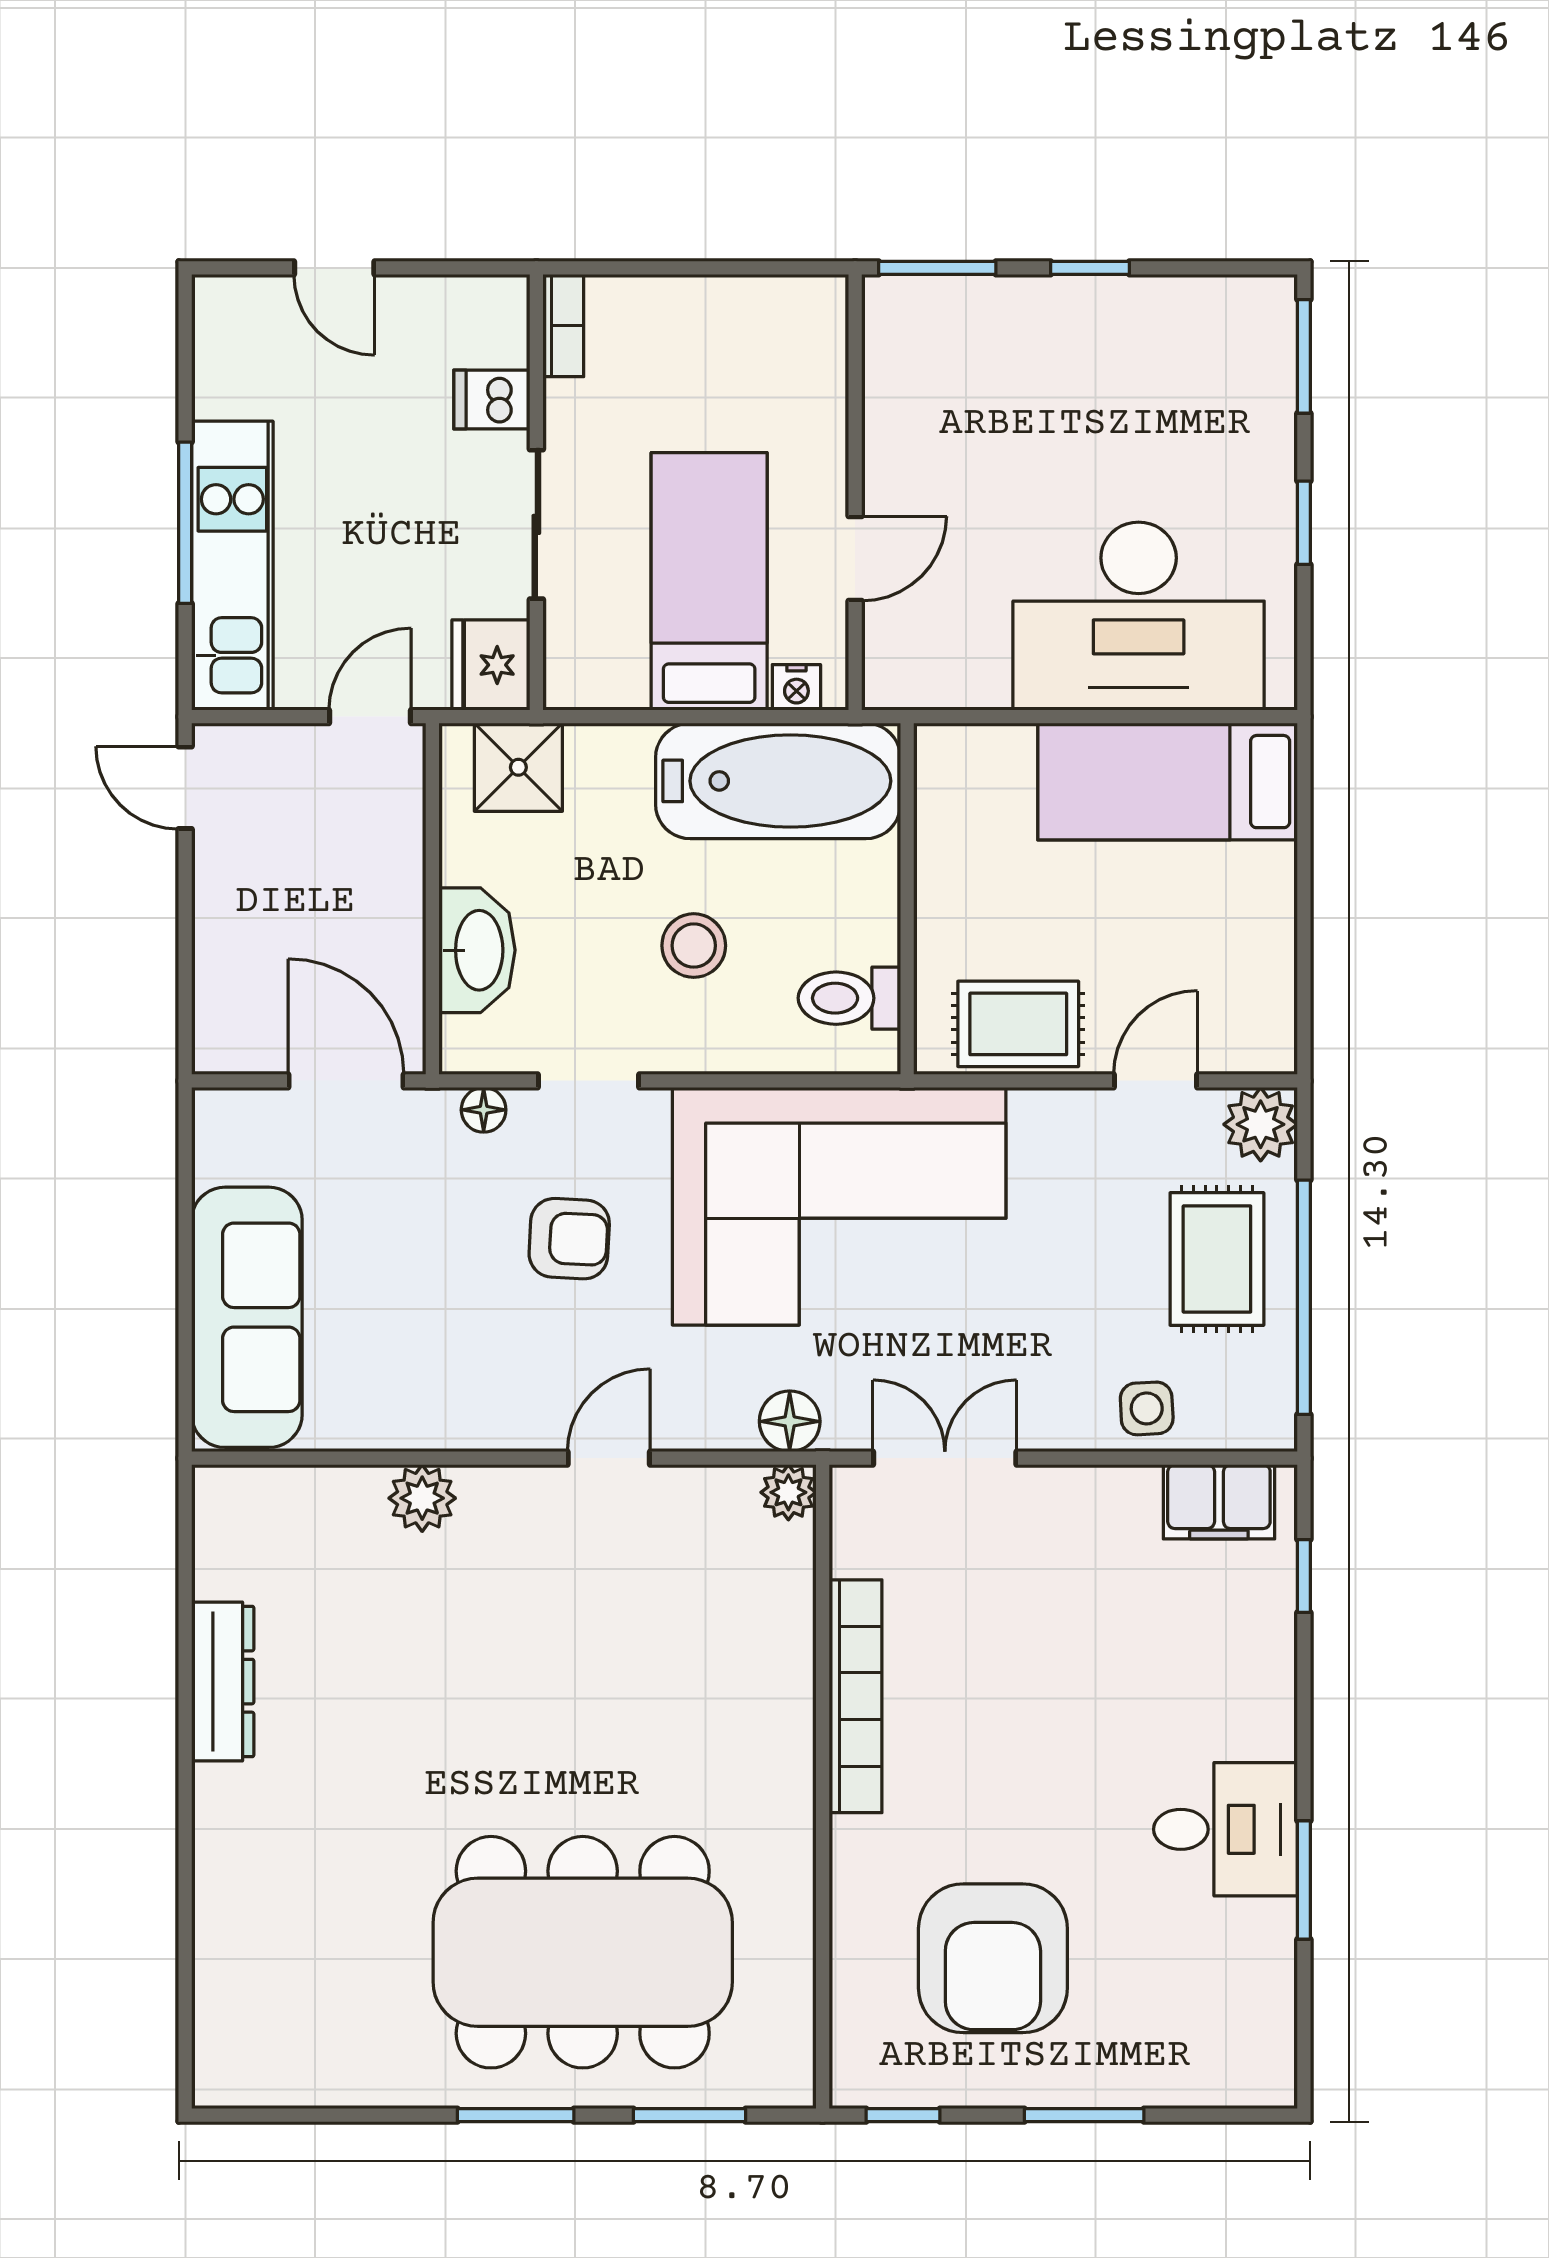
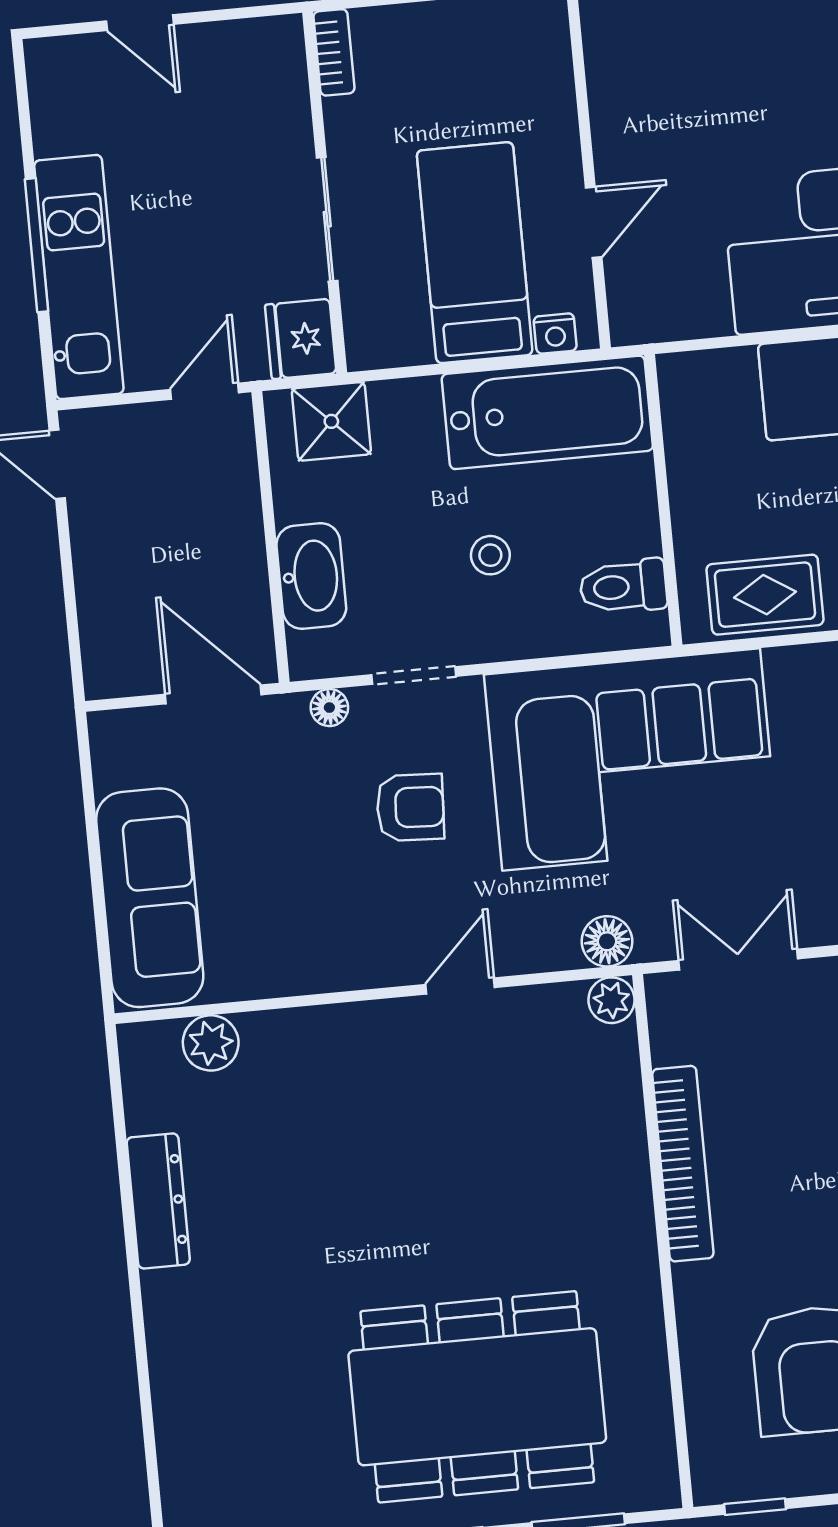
dishwasher: (492, 400) -> (281, 119), removed
stool: (694, 946) -> (490, 555), width x0.73, depth x0.73
plant: (422, 1498) -> (211, 1043), moved

